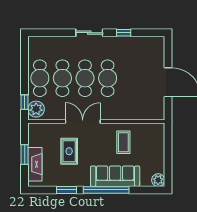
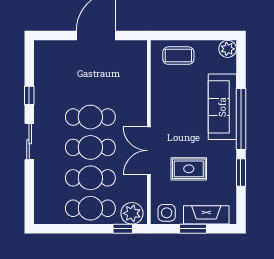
side table: (36, 135) -> (167, 213), added
coffee table: (123, 142) -> (178, 56), moved

